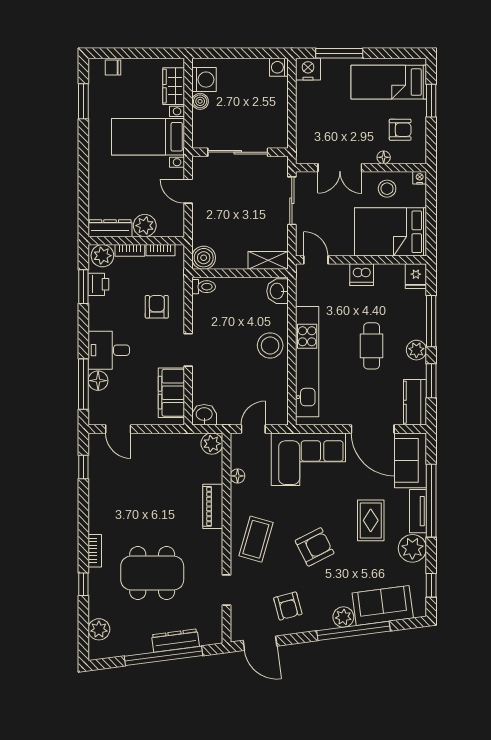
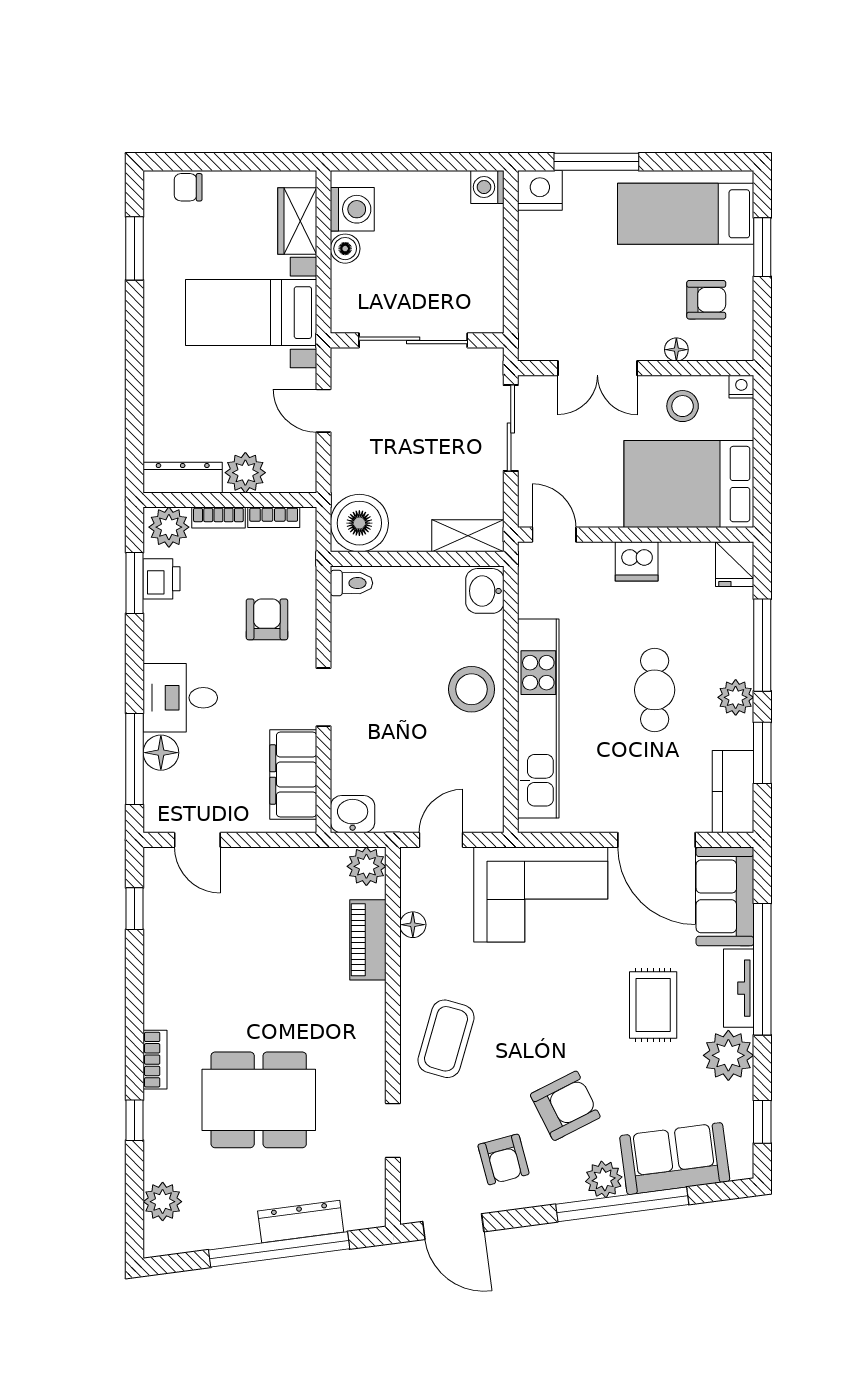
boiler: (204, 258) -> (359, 523), width x1.37, depth x1.37
piano: (213, 506) -> (368, 940), moved
armchair: (315, 547) -> (565, 1106), moved

